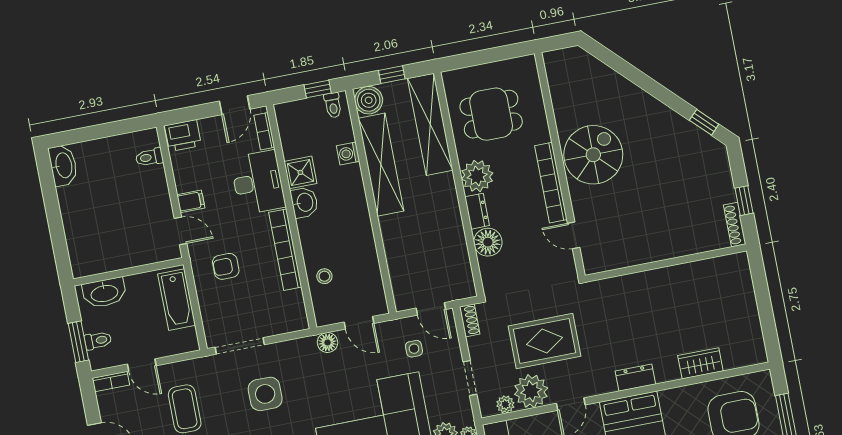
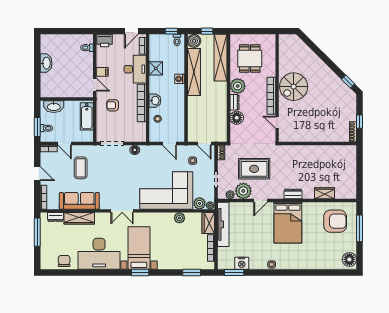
dining table: (491, 114) -> (250, 58), turned 90
washing machine: (348, 154) -> (180, 79), moved
spiral stairs: (593, 155) -> (294, 87), turned 180
washbasin: (63, 165) -> (46, 63), moved
washbasin: (304, 202) -> (155, 101), moved
floor lamp: (328, 342) -> (135, 150), moved
side table: (265, 394) -> (119, 168), removed

